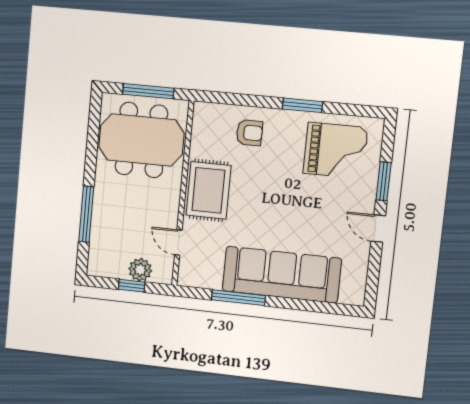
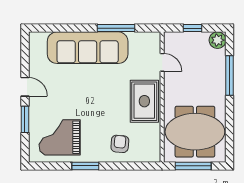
armchair: (249, 133) -> (120, 144), turned 95
plant: (140, 270) -> (218, 40), moved

